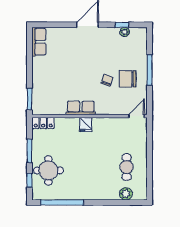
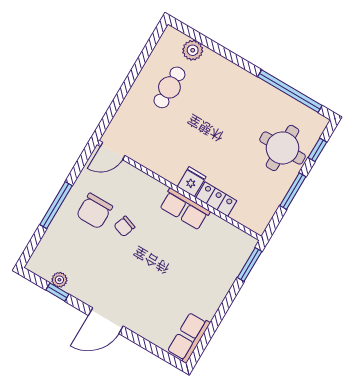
chair: (128, 79) -> (94, 211), turned 90
locker: (43, 123) -> (216, 199), moved

